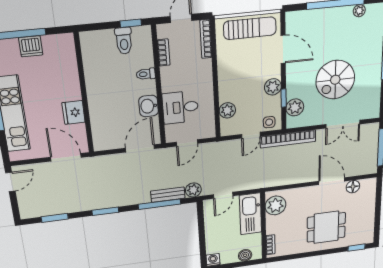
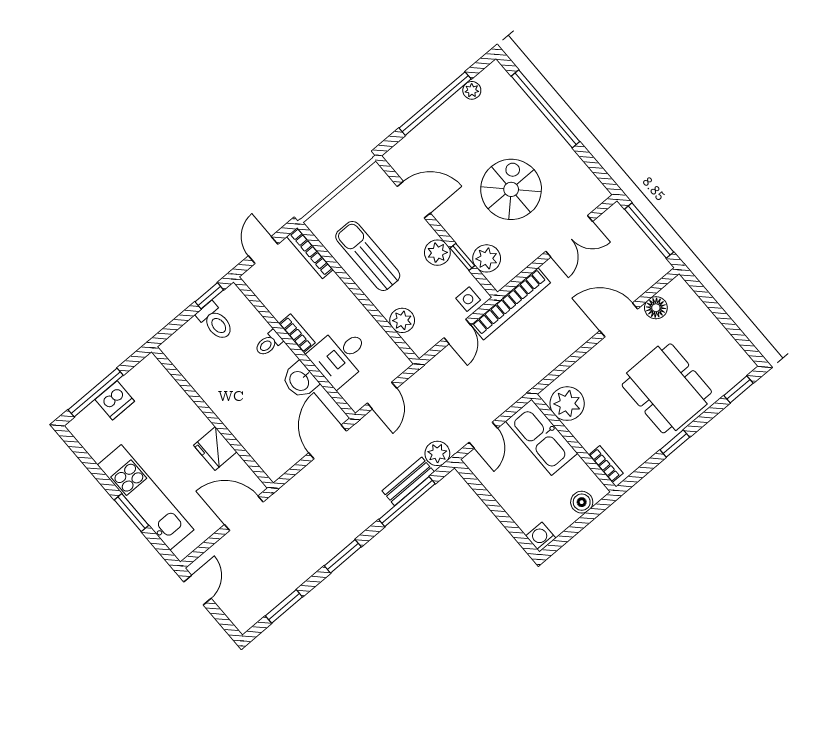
sun lounger: (250, 28) -> (368, 256), moved, turned -90
bookcase: (164, 52) -> (297, 333), moved
spiral stairs: (335, 80) -> (511, 189), turned 180
dining table: (326, 227) -> (667, 388), width x1.38
window: (309, 254) -> (675, 444), added

